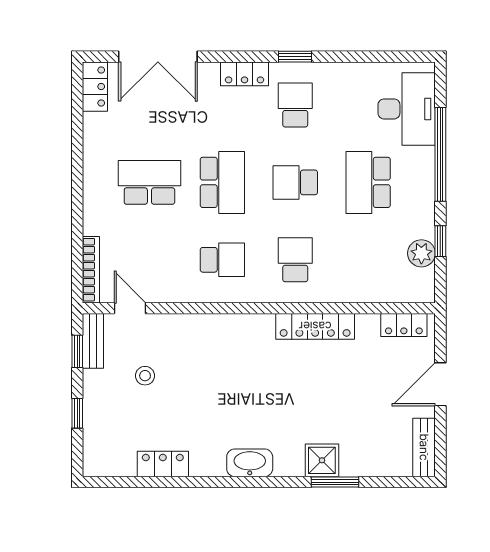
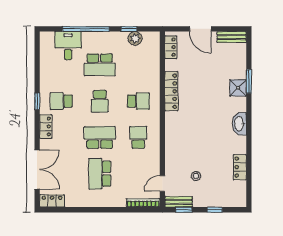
desk: (407, 109) -> (68, 46), width x0.73
school desk: (295, 260) -> (138, 101), turned 180

